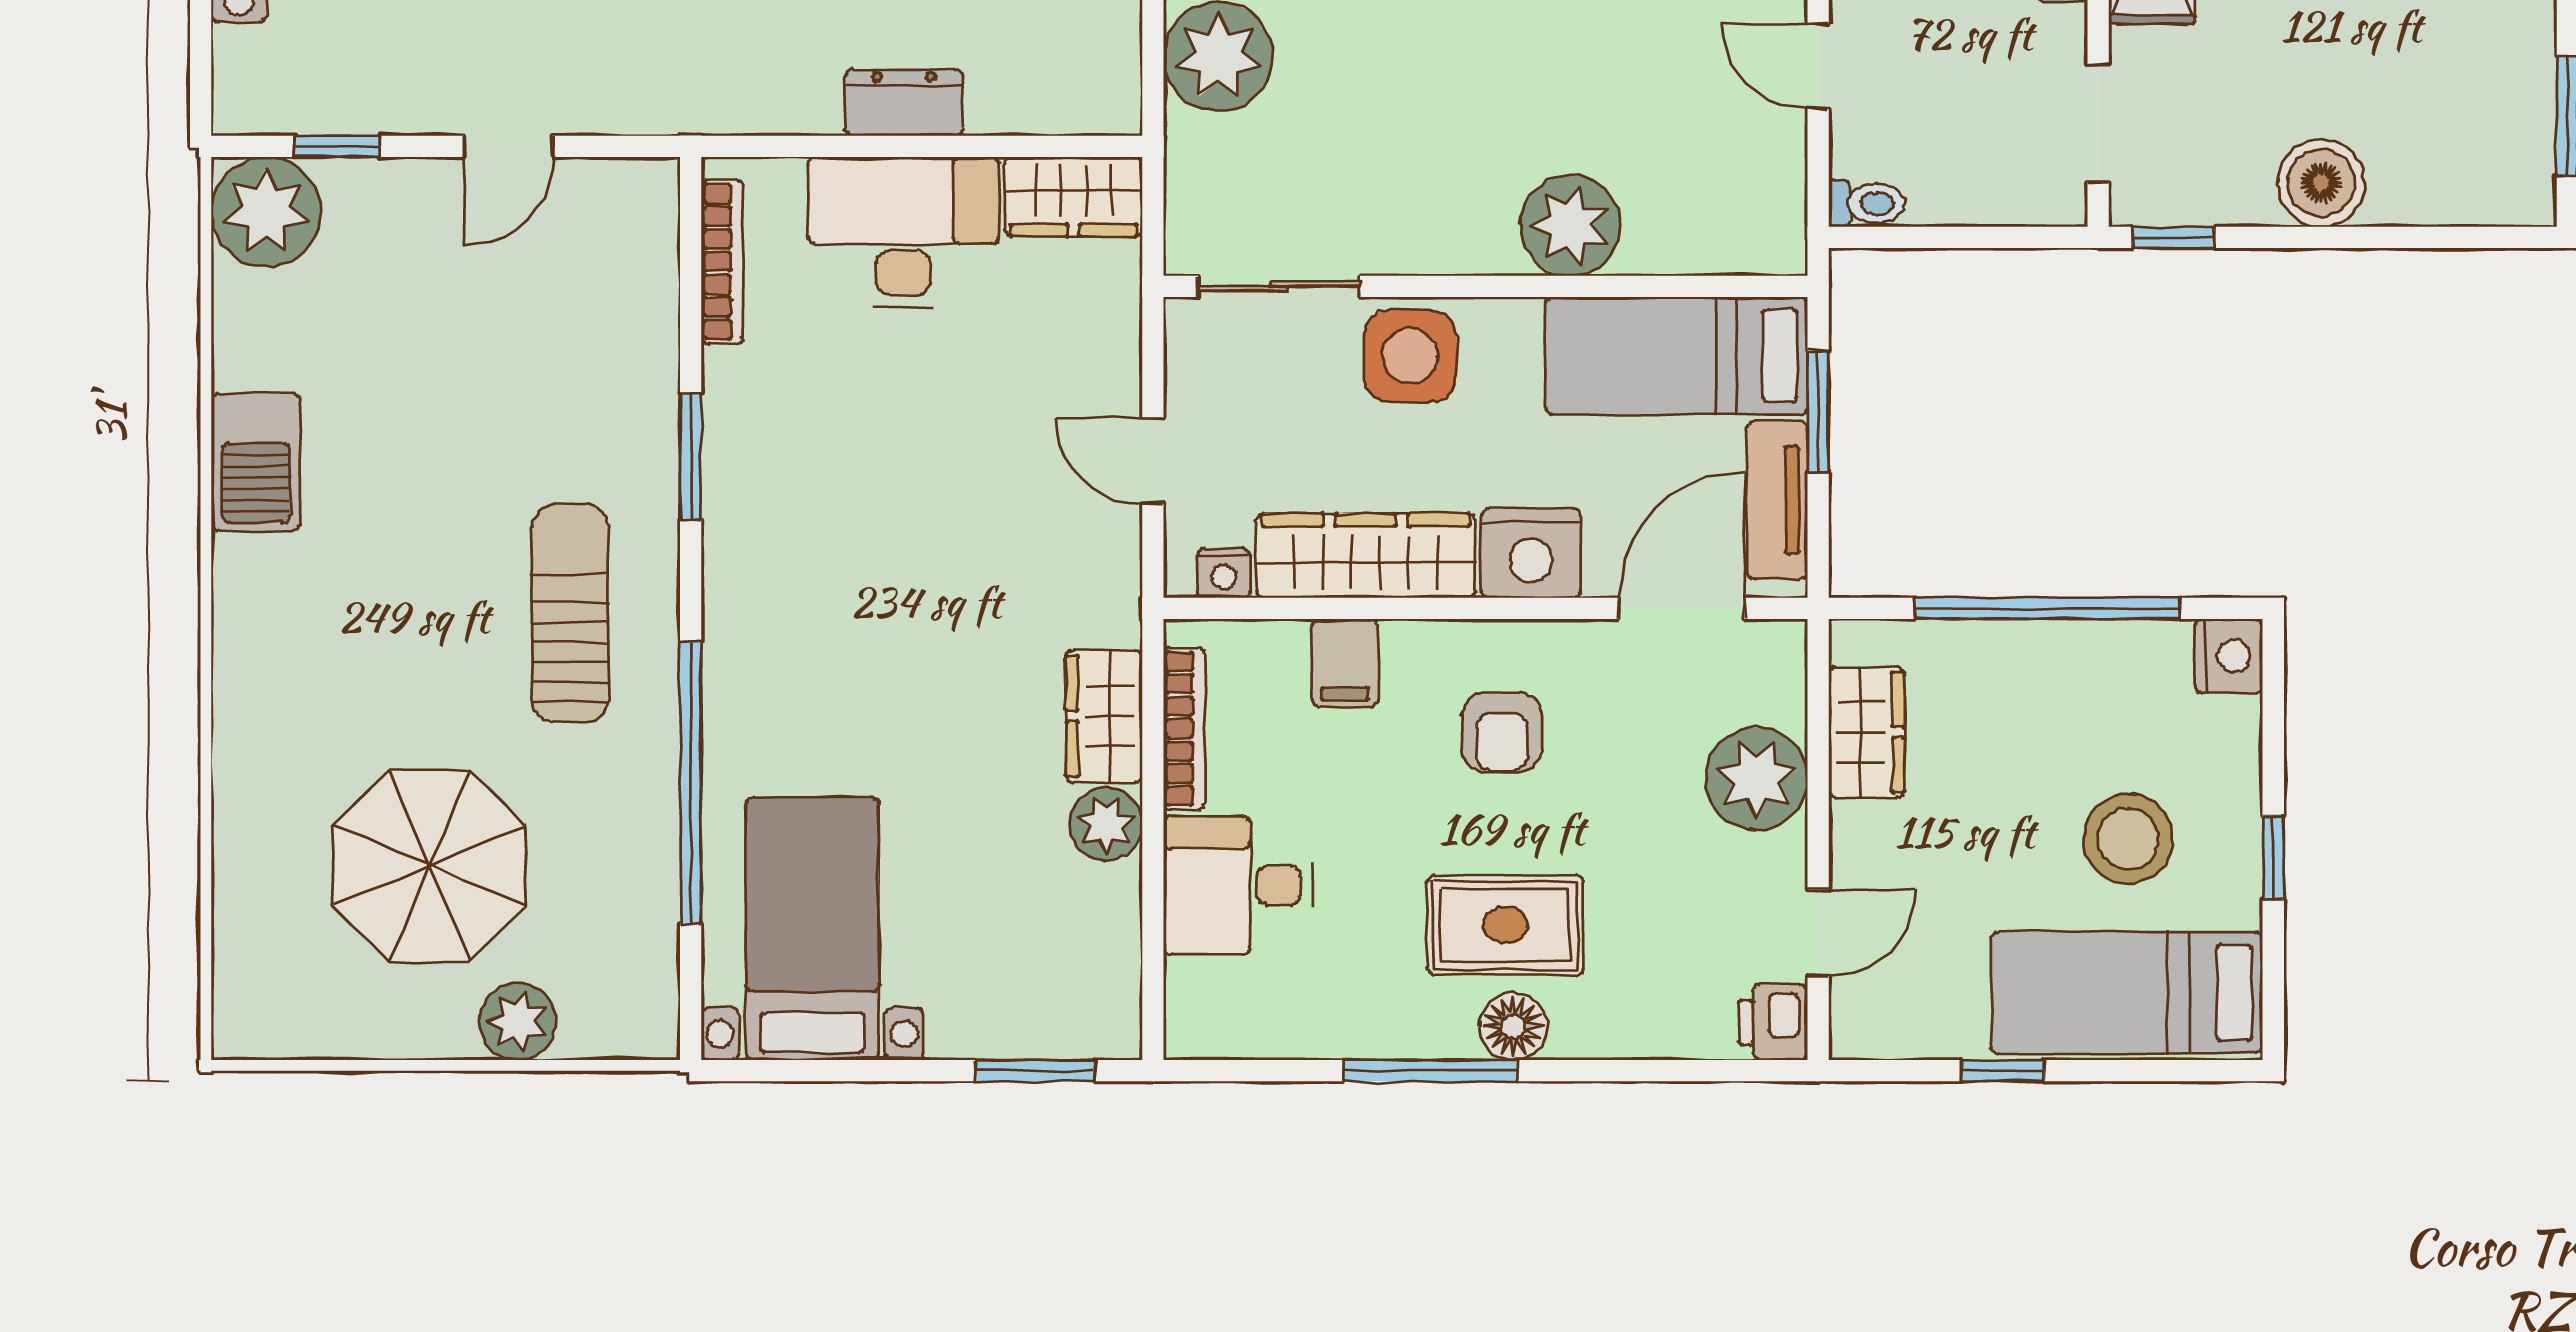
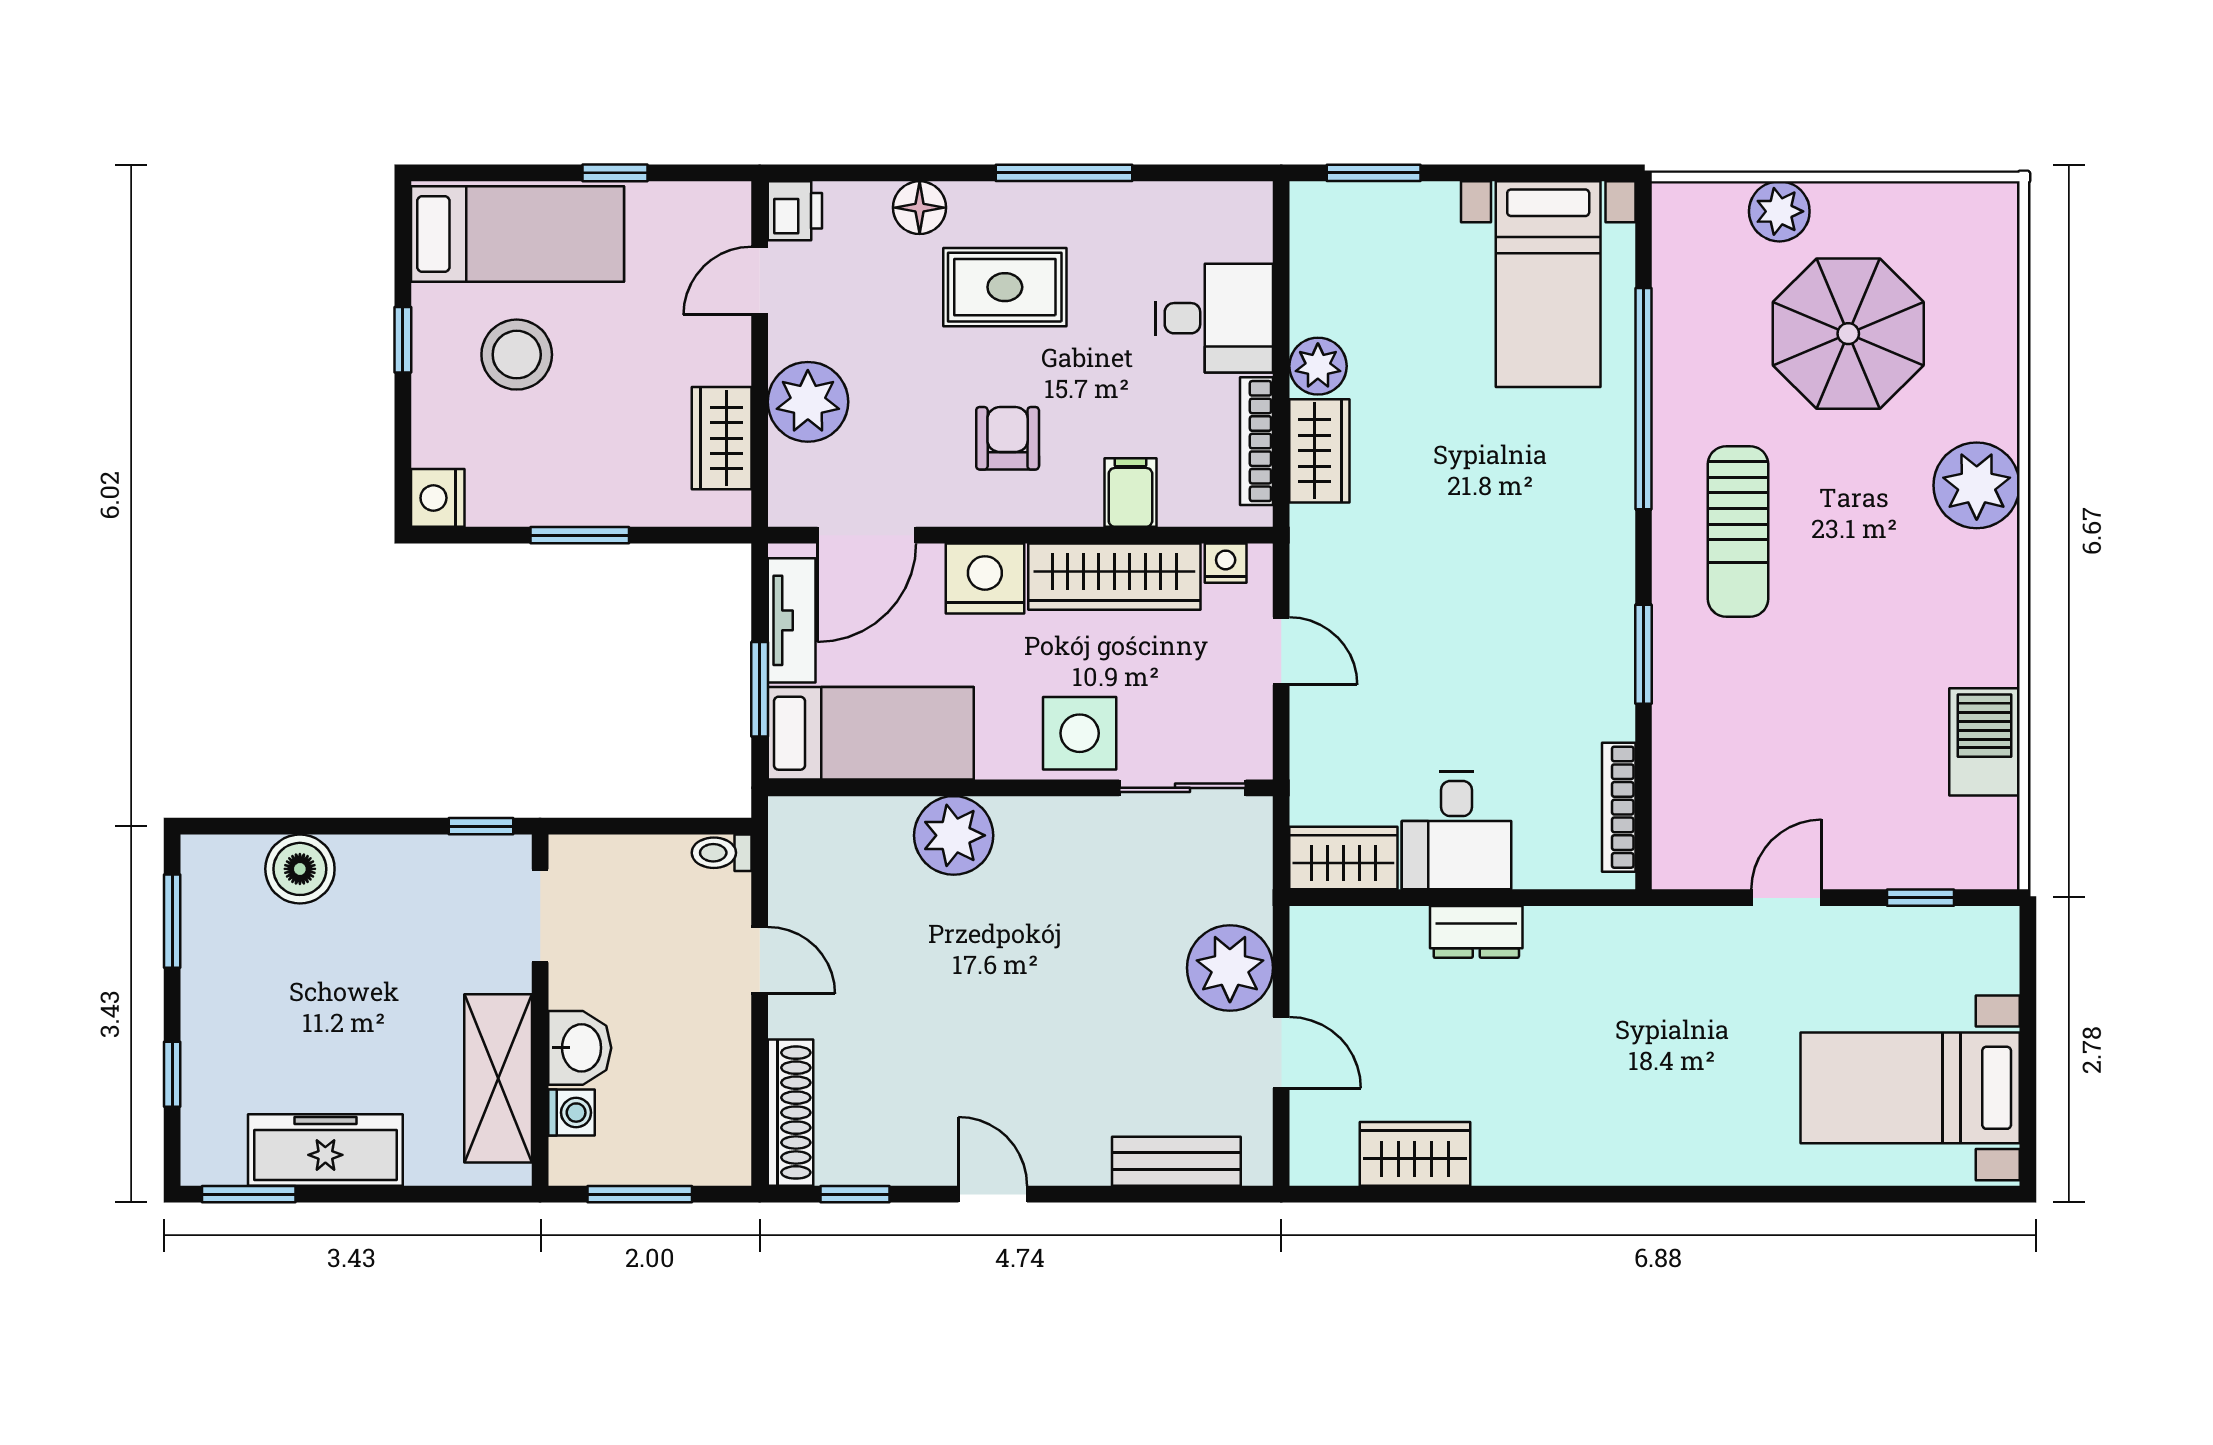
boiler: (2321, 183) -> (300, 869), moved
plant: (266, 212) -> (1977, 485), moved
desk: (903, 232) -> (1456, 830), width x0.73
barbecue: (256, 462) -> (1984, 742), moved
window: (2048, 608) -> (580, 535), width x0.47
floor lamp: (1513, 1026) -> (920, 208), moved

